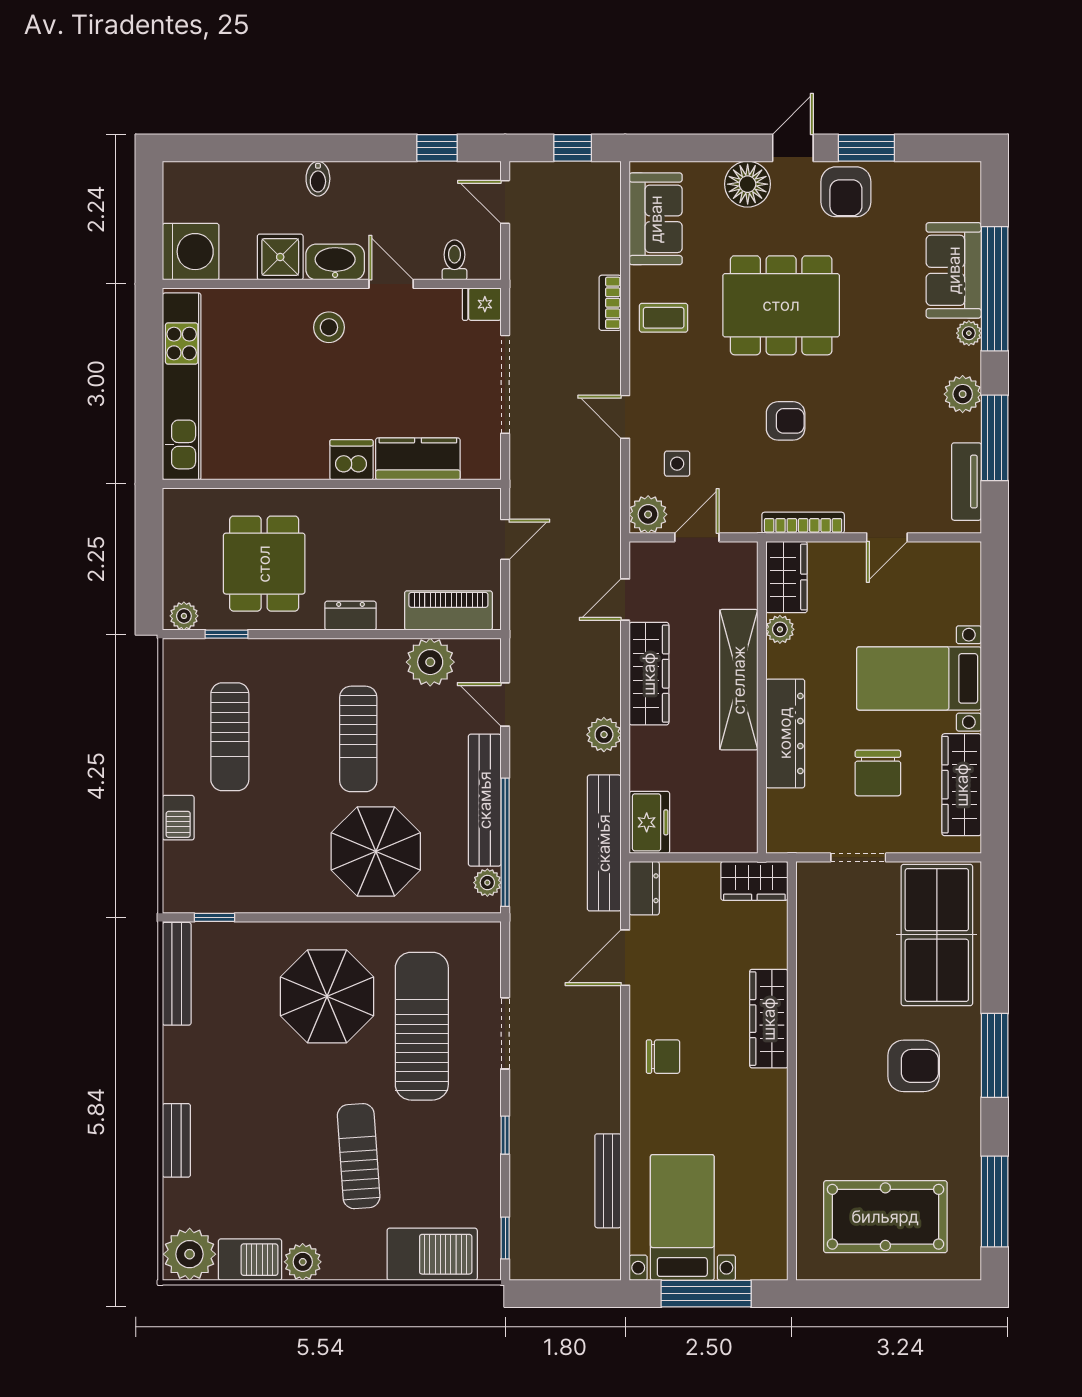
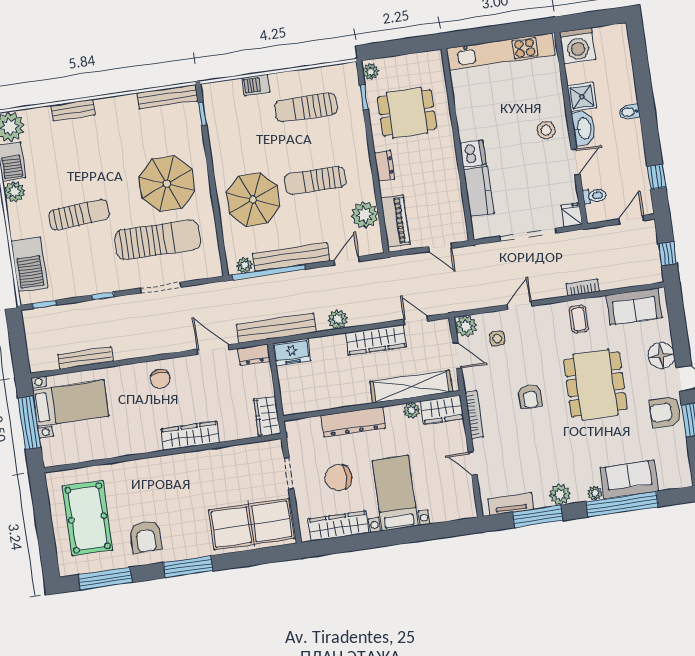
shelving: (739, 680) -> (411, 387), moved
armchair: (914, 1066) -> (146, 537), moved

